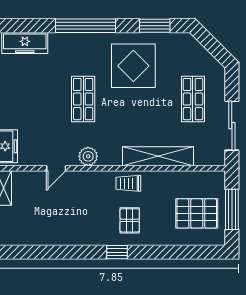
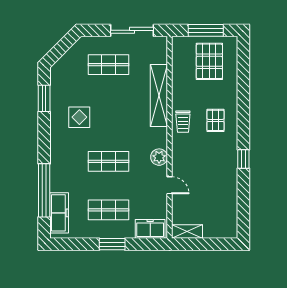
window: (85, 26) -> (44, 190), moved
display table: (133, 66) -> (79, 117), width x0.54, depth x0.54
shop shelf: (28, 99) -> (109, 210), added
pallet: (130, 220) -> (215, 120), turned 90
window: (117, 252) -> (243, 159), moved

